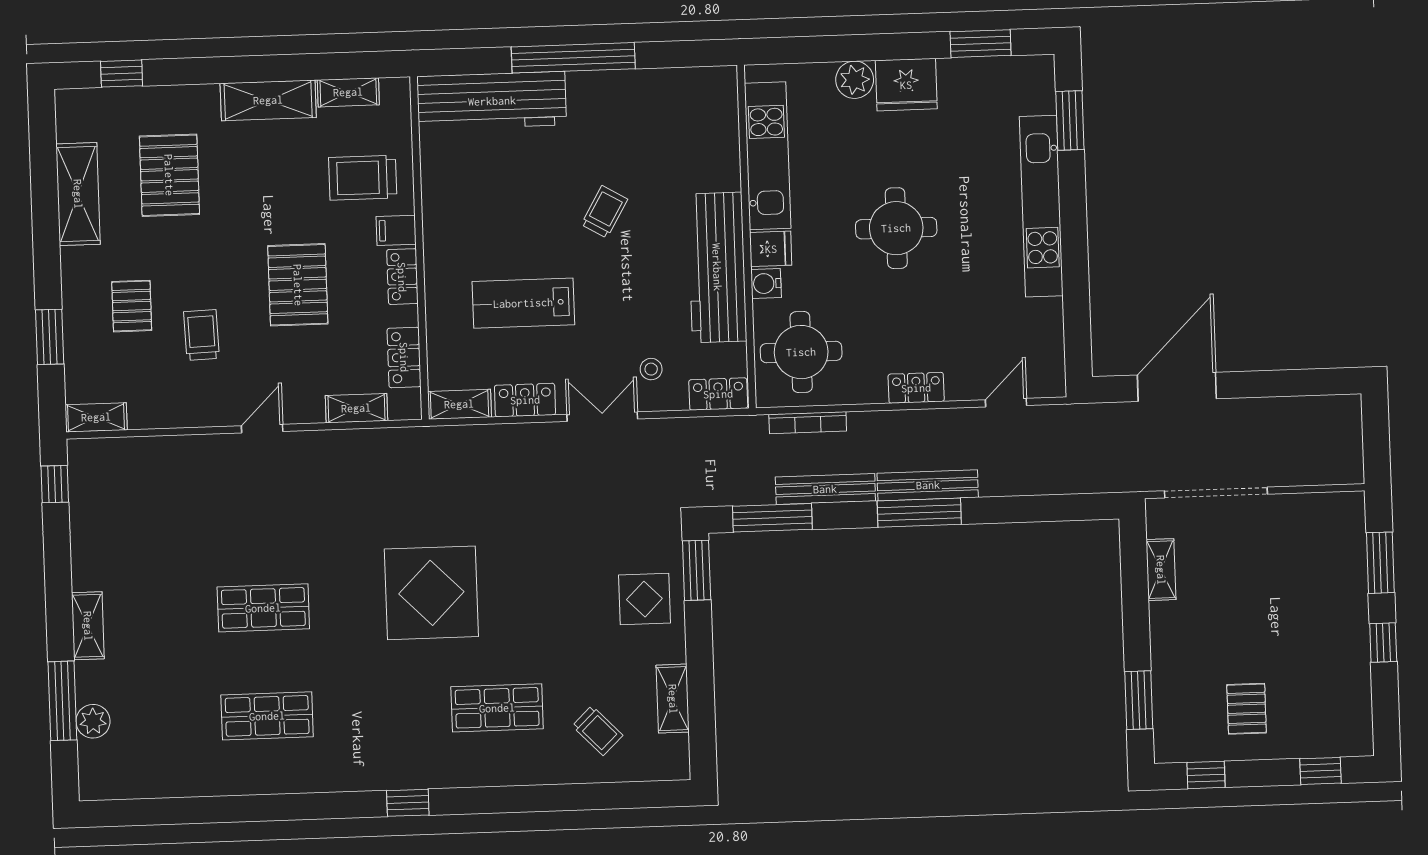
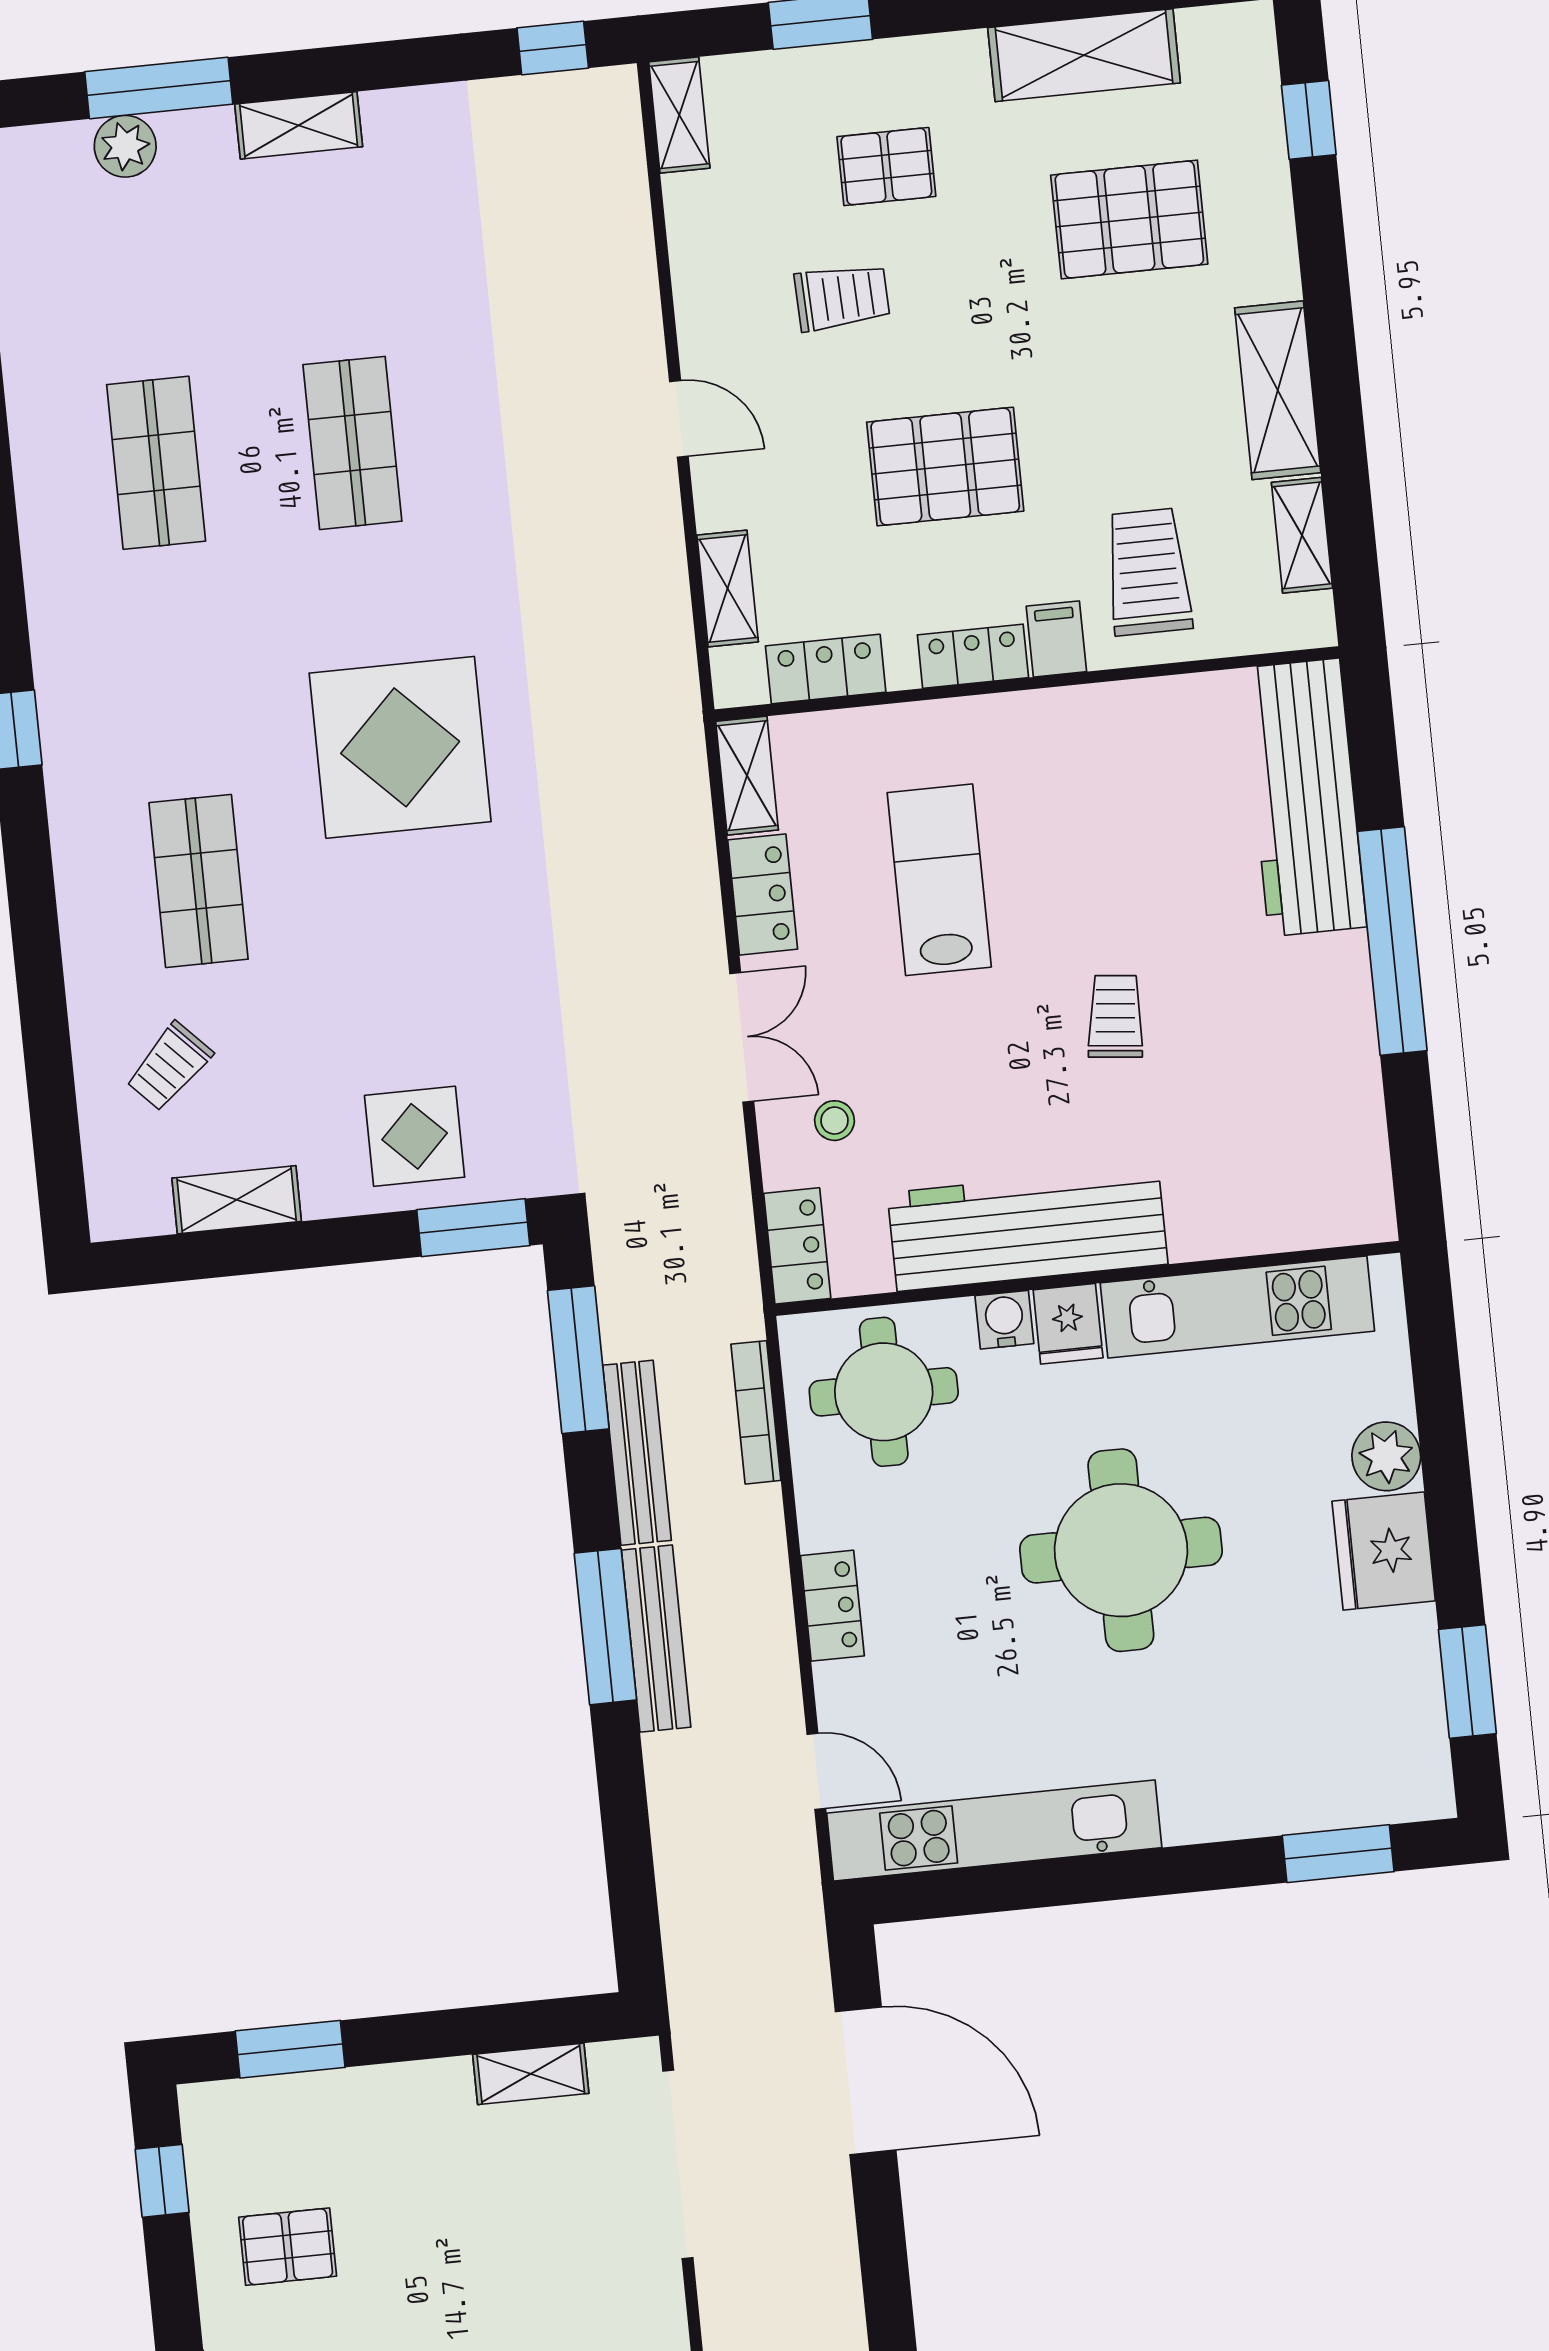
kitchen unit: (1041, 206) -> (994, 1830), moved
trolley: (604, 212) -> (1115, 1016), turned -114
round table: (896, 228) -> (1121, 1550), width x1.36, depth x1.36

